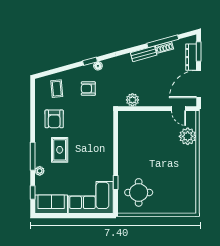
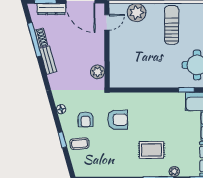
window: (90, 61) -> (62, 140), moved
coffee table: (57, 89) -> (80, 144), moved
armchair: (54, 119) -> (118, 120), moved
sun lounger: (176, 169) -> (172, 25), added

